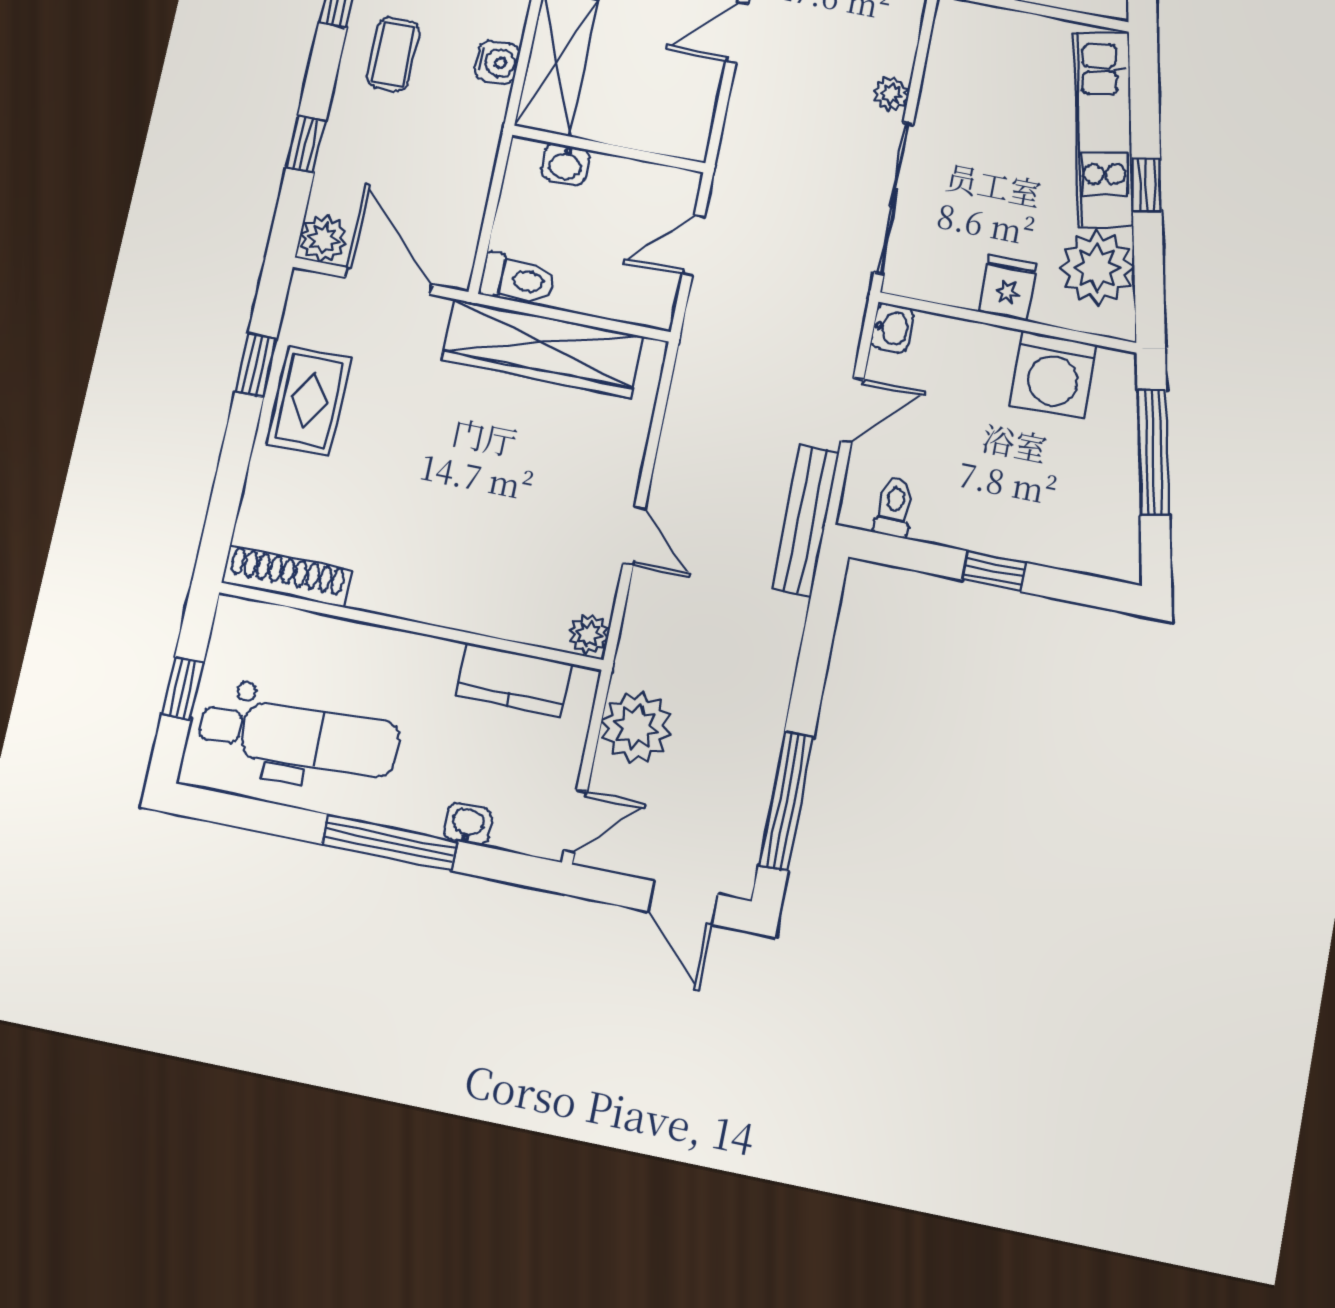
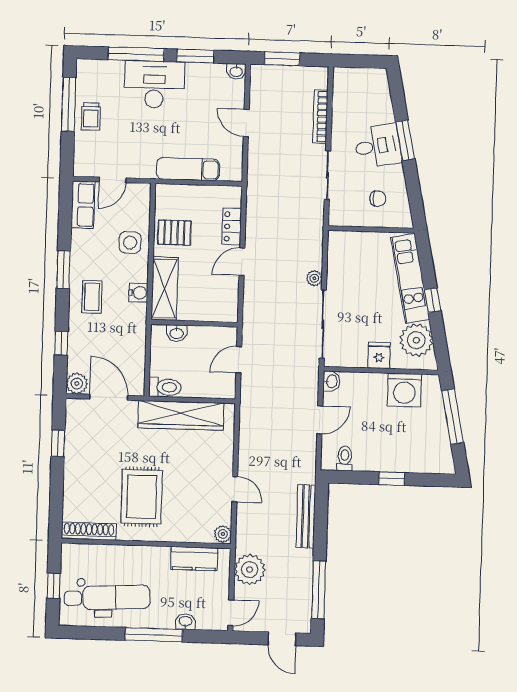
rug: (309, 400) -> (142, 497), moved, width x1.36, depth x1.43
bench: (805, 520) -> (306, 516), moved

